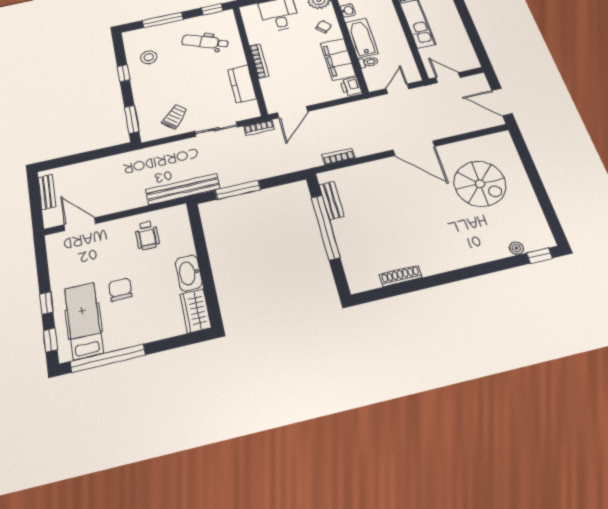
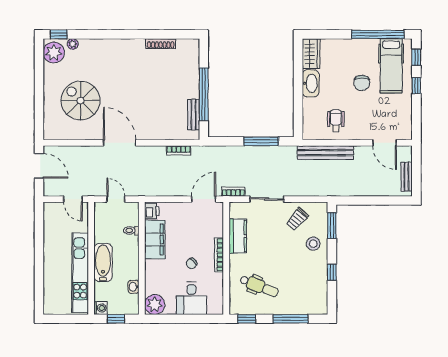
chair: (324, 27) -> (191, 264), moved
bathtub: (362, 38) -> (103, 263), moved, turned 180
stool: (149, 57) -> (313, 244), moved
door: (397, 89) -> (116, 199), swing flipped
bench: (183, 189) -> (325, 153), moved
plant: (537, 232) -> (54, 52), added

